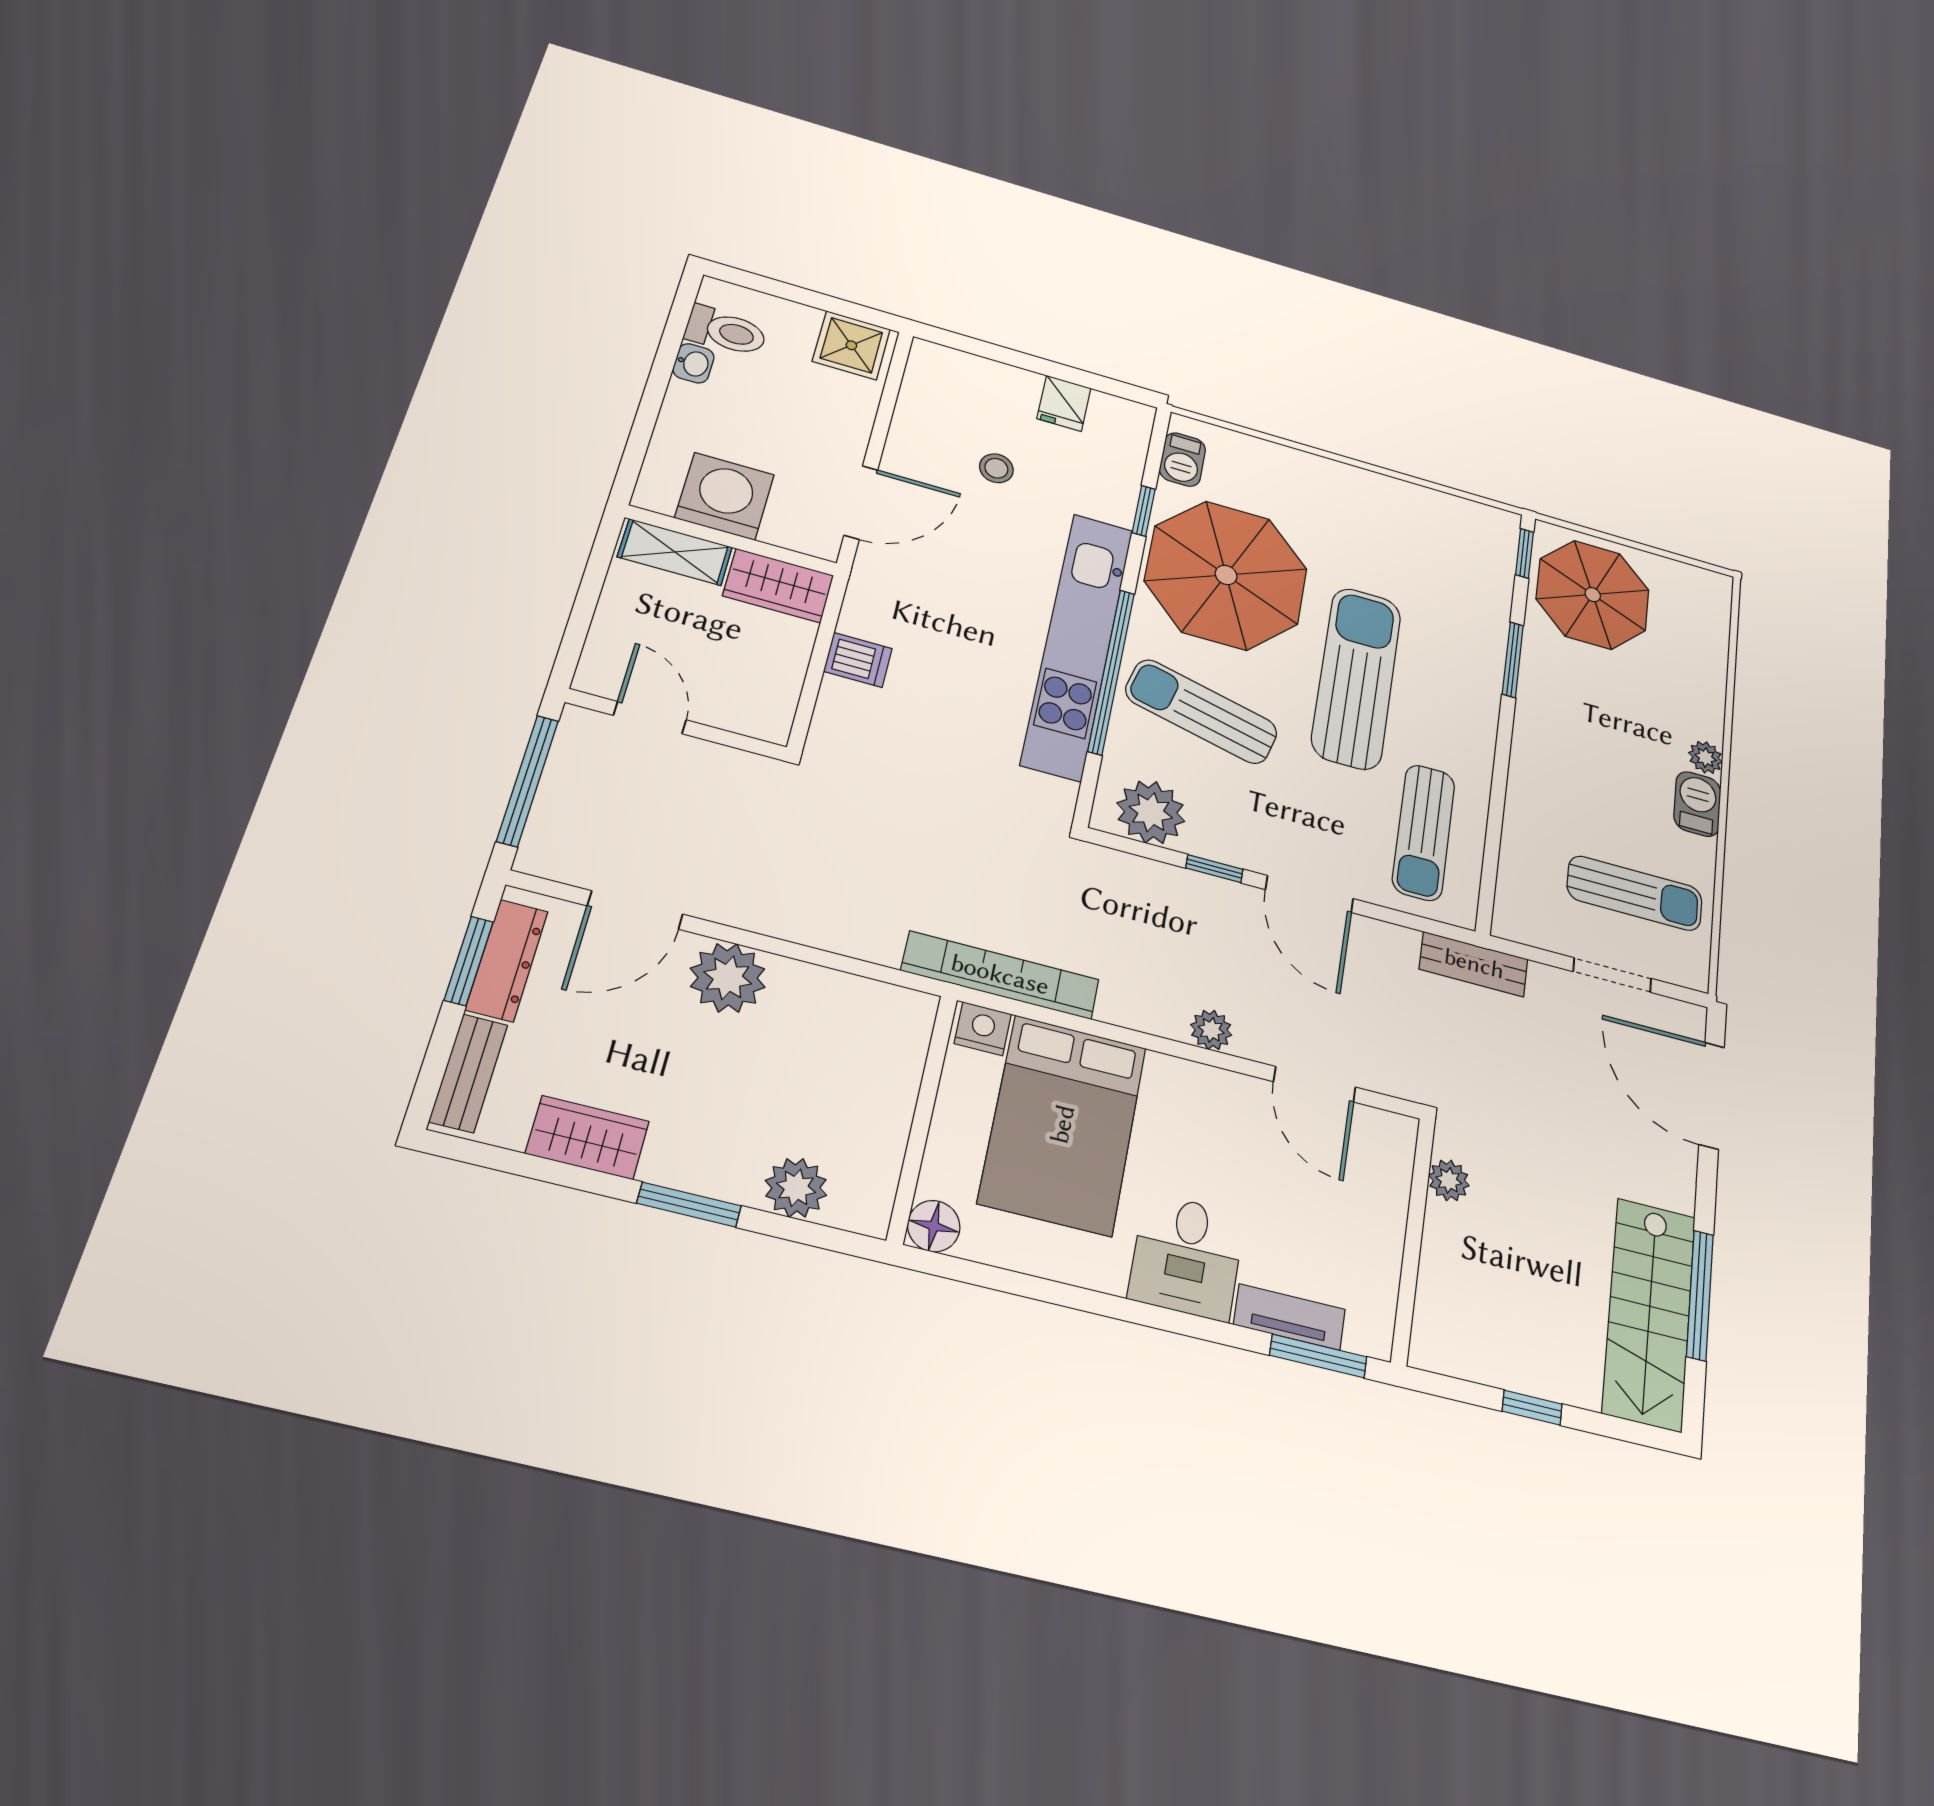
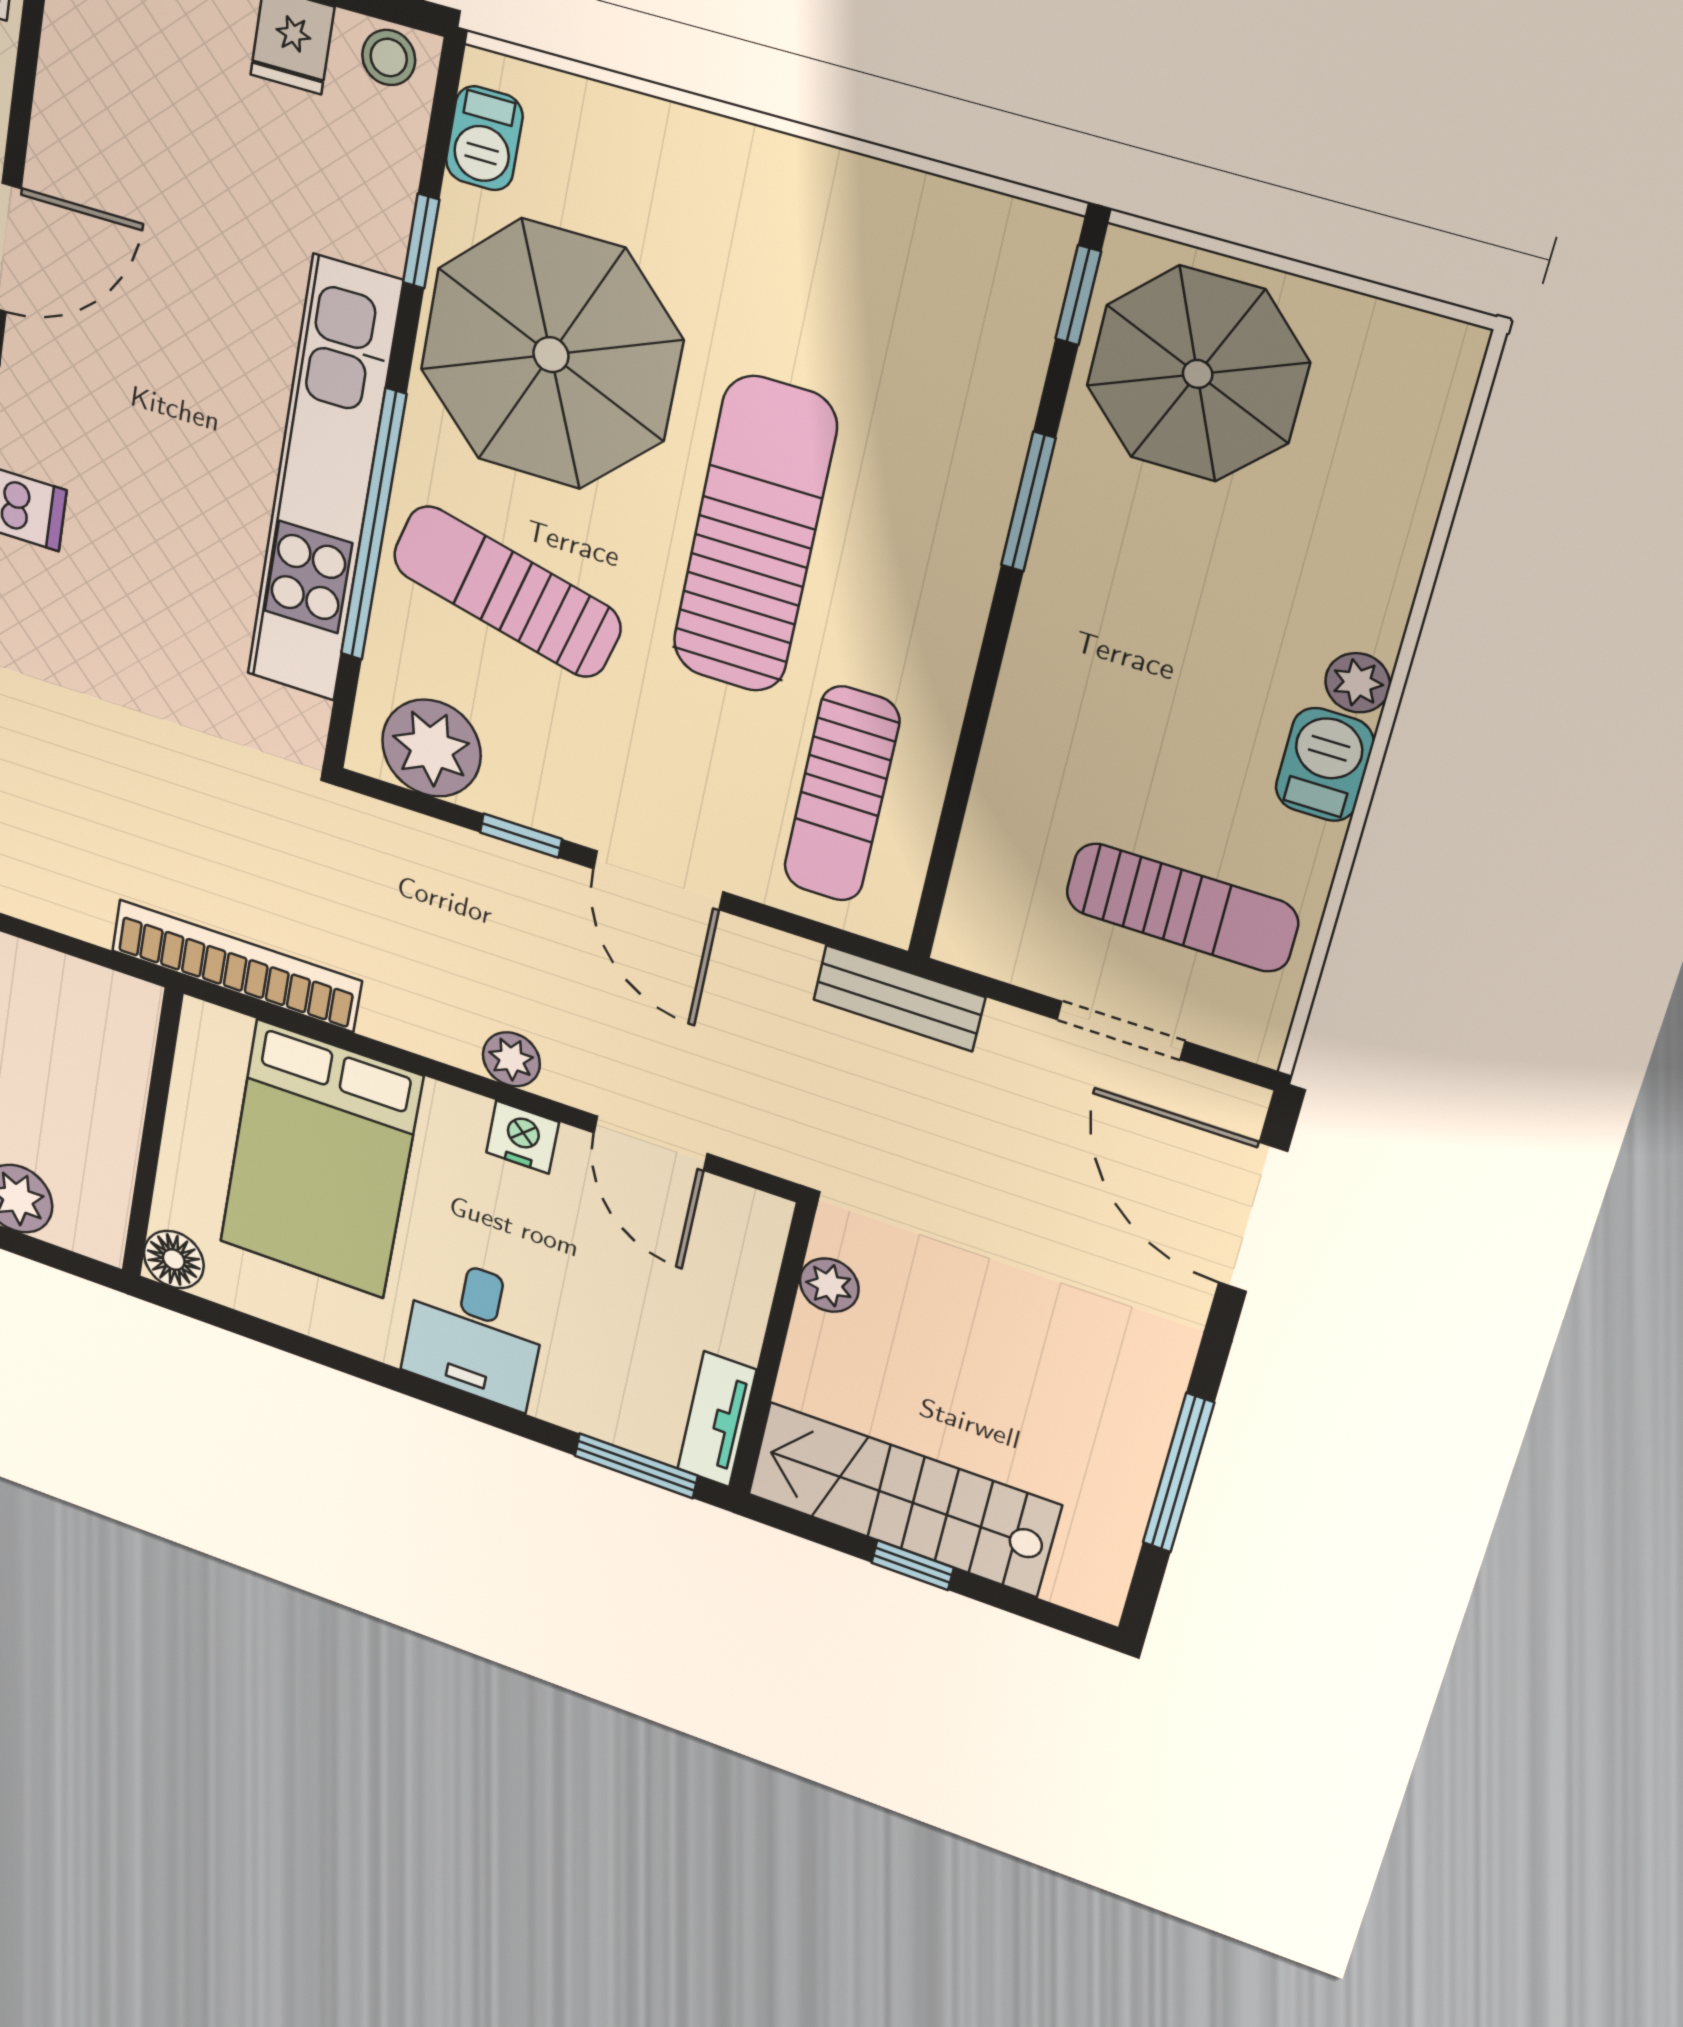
stool: (996, 468) -> (389, 57), moved
nightstand: (983, 1029) -> (523, 1137), moved
stairs: (1649, 1313) -> (903, 1500), moved, turned 90
tv unit: (1290, 1317) -> (717, 1419), moved, turned -90

